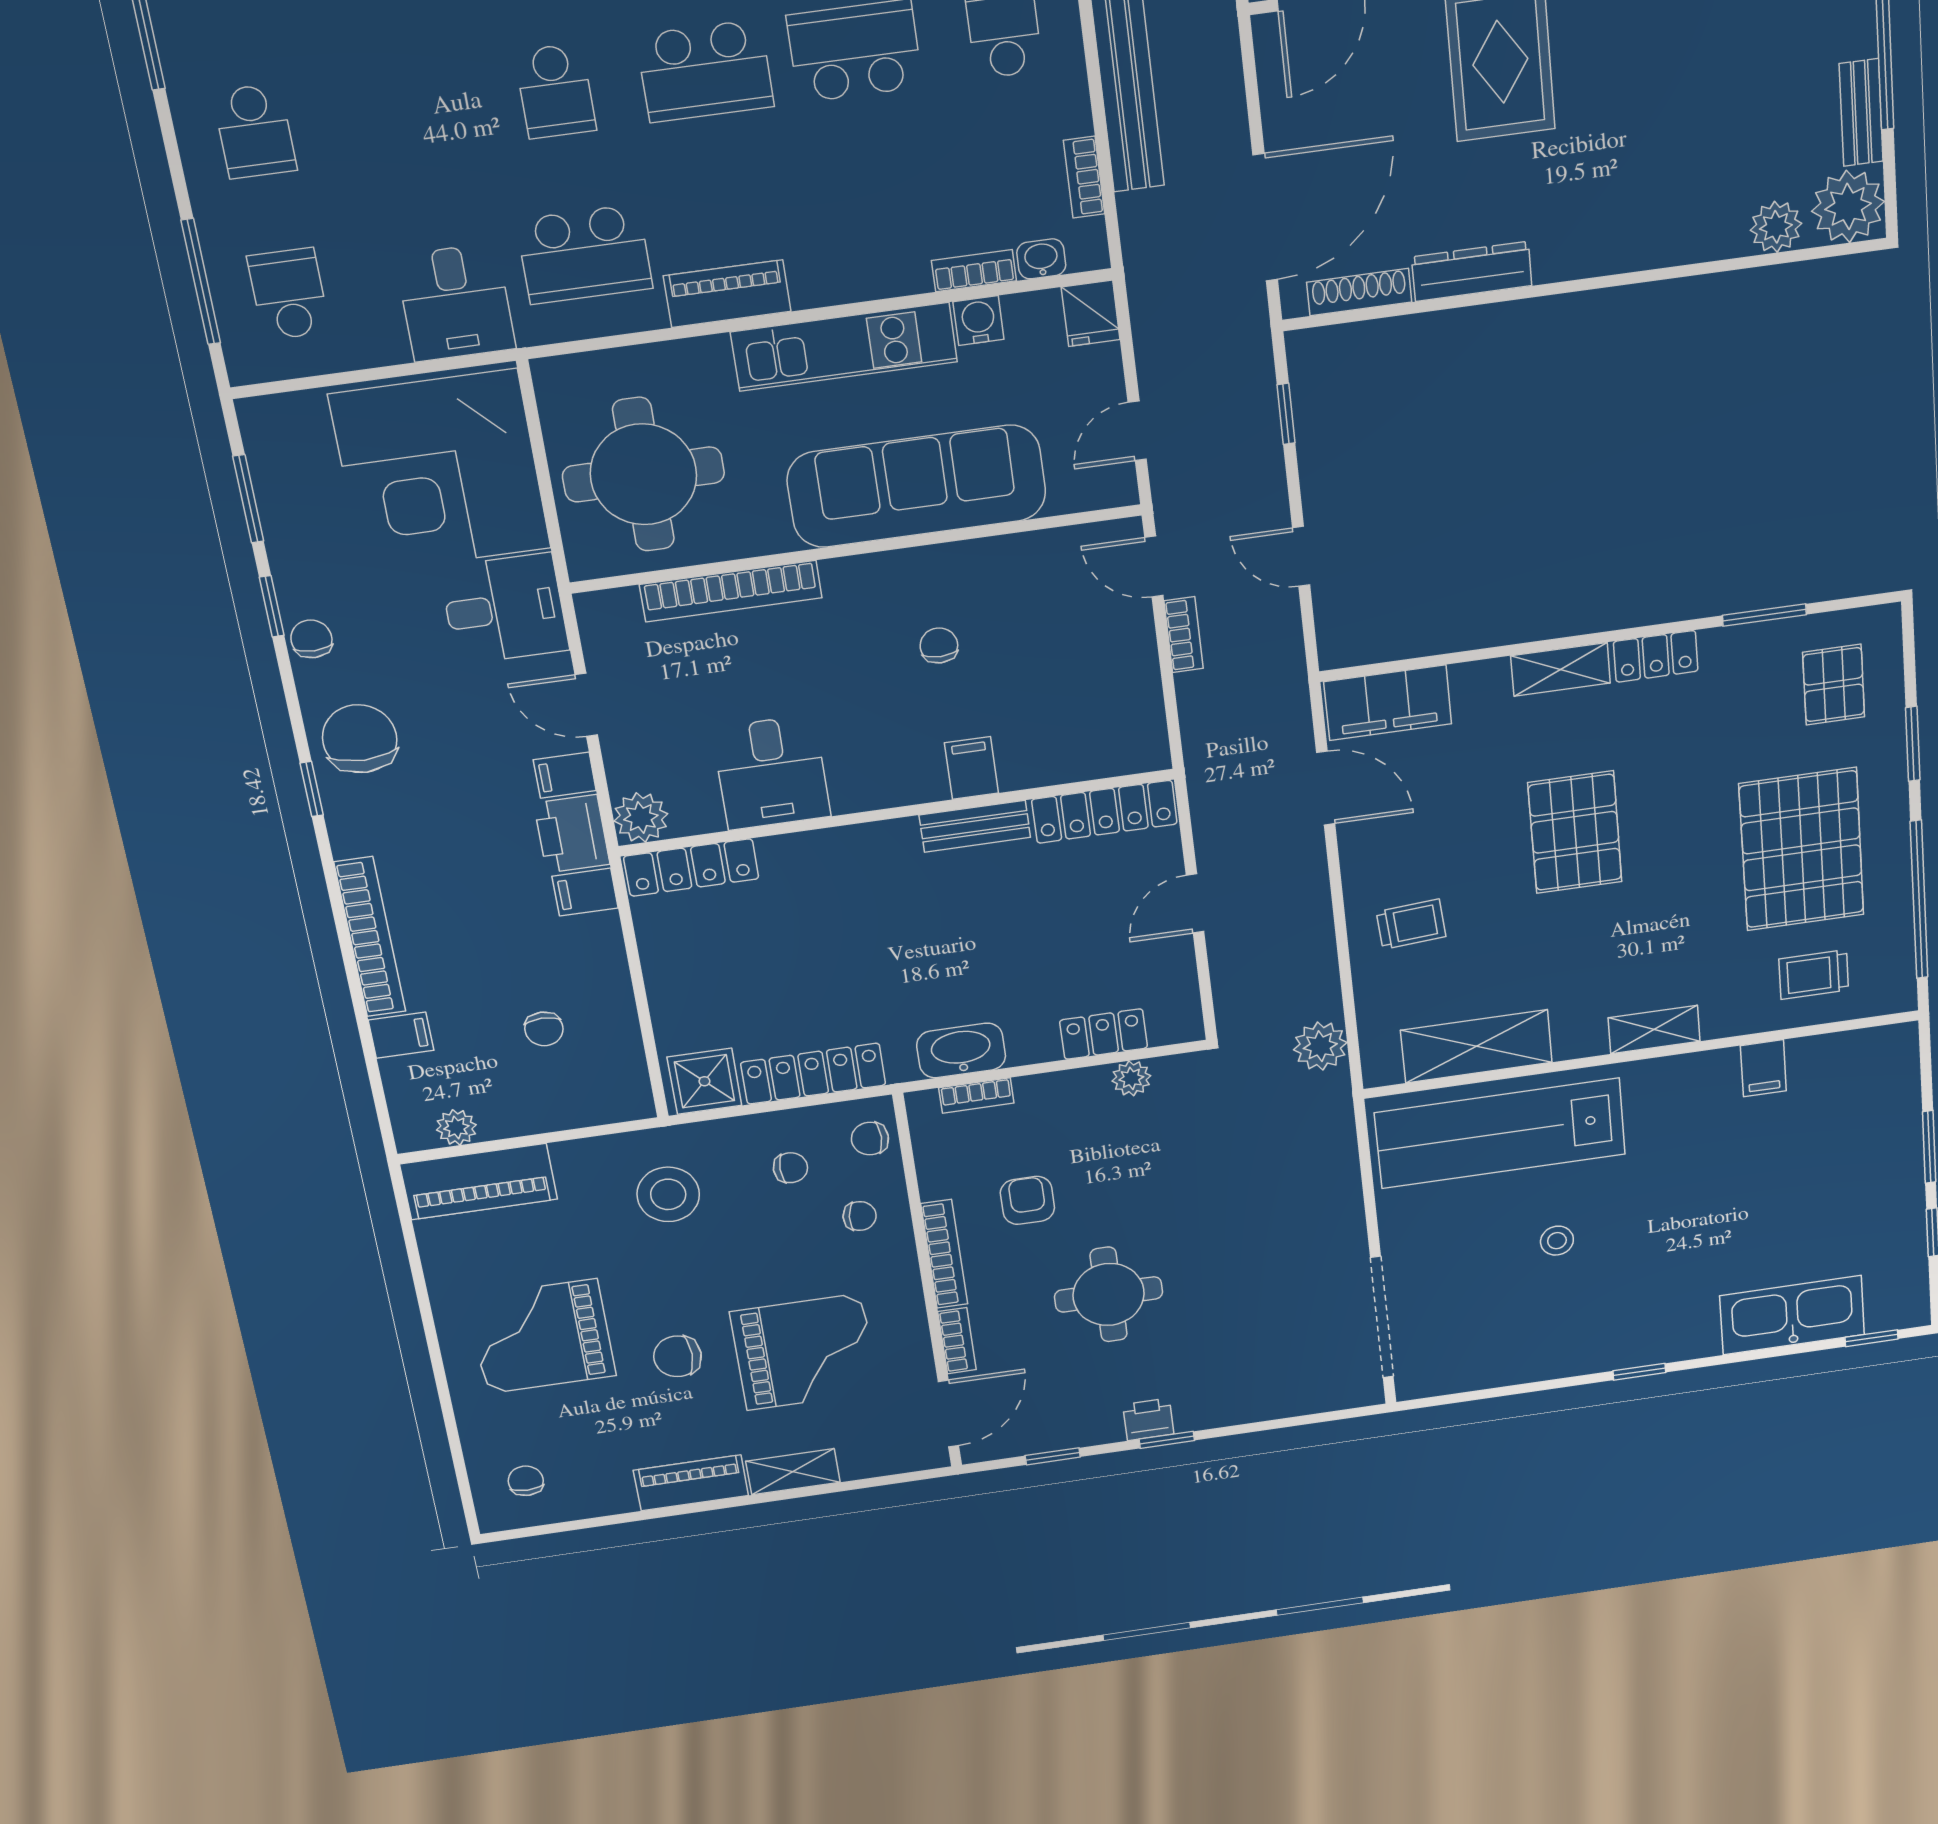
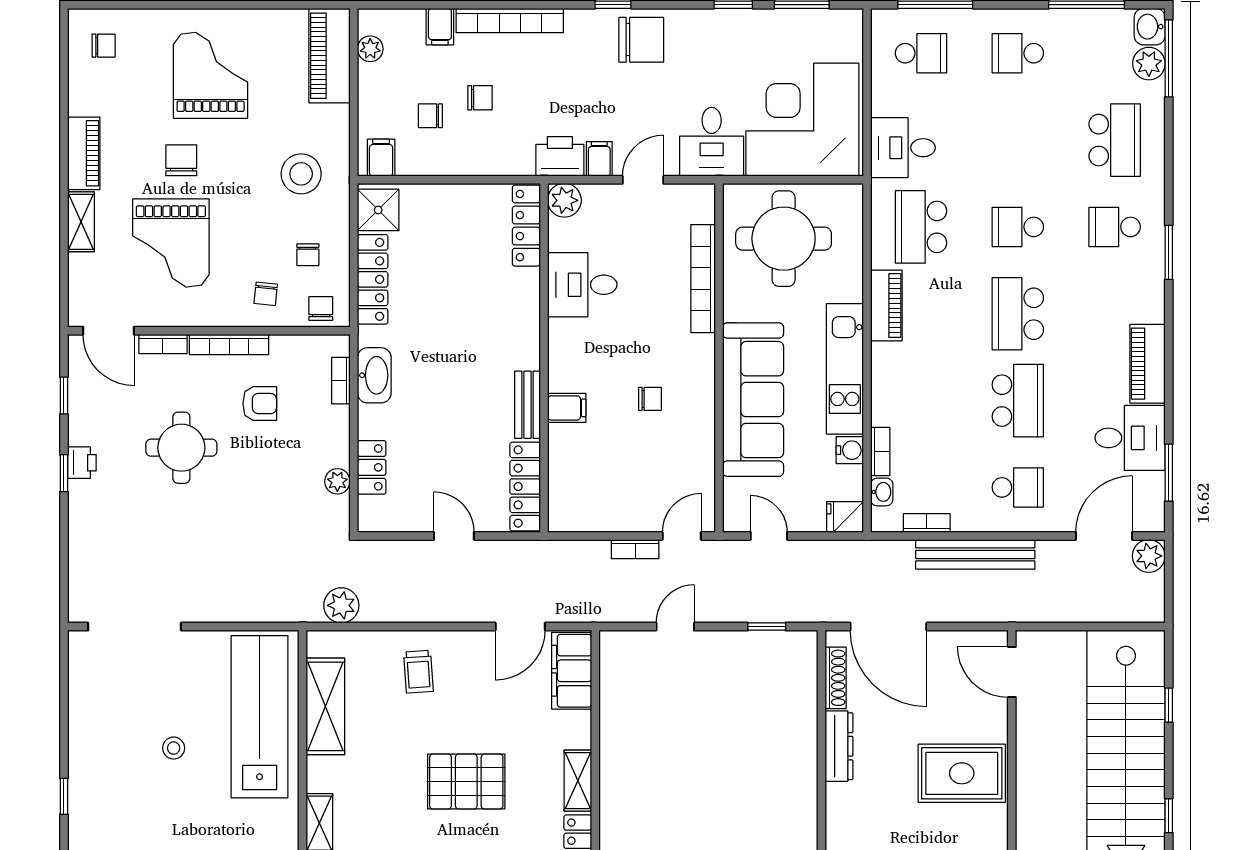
chair: (311, 639) -> (480, 98), moved
filing cabinet: (585, 892) -> (381, 158), moved

